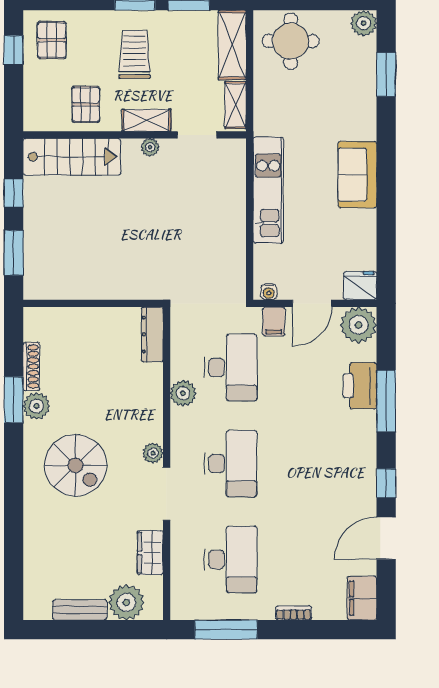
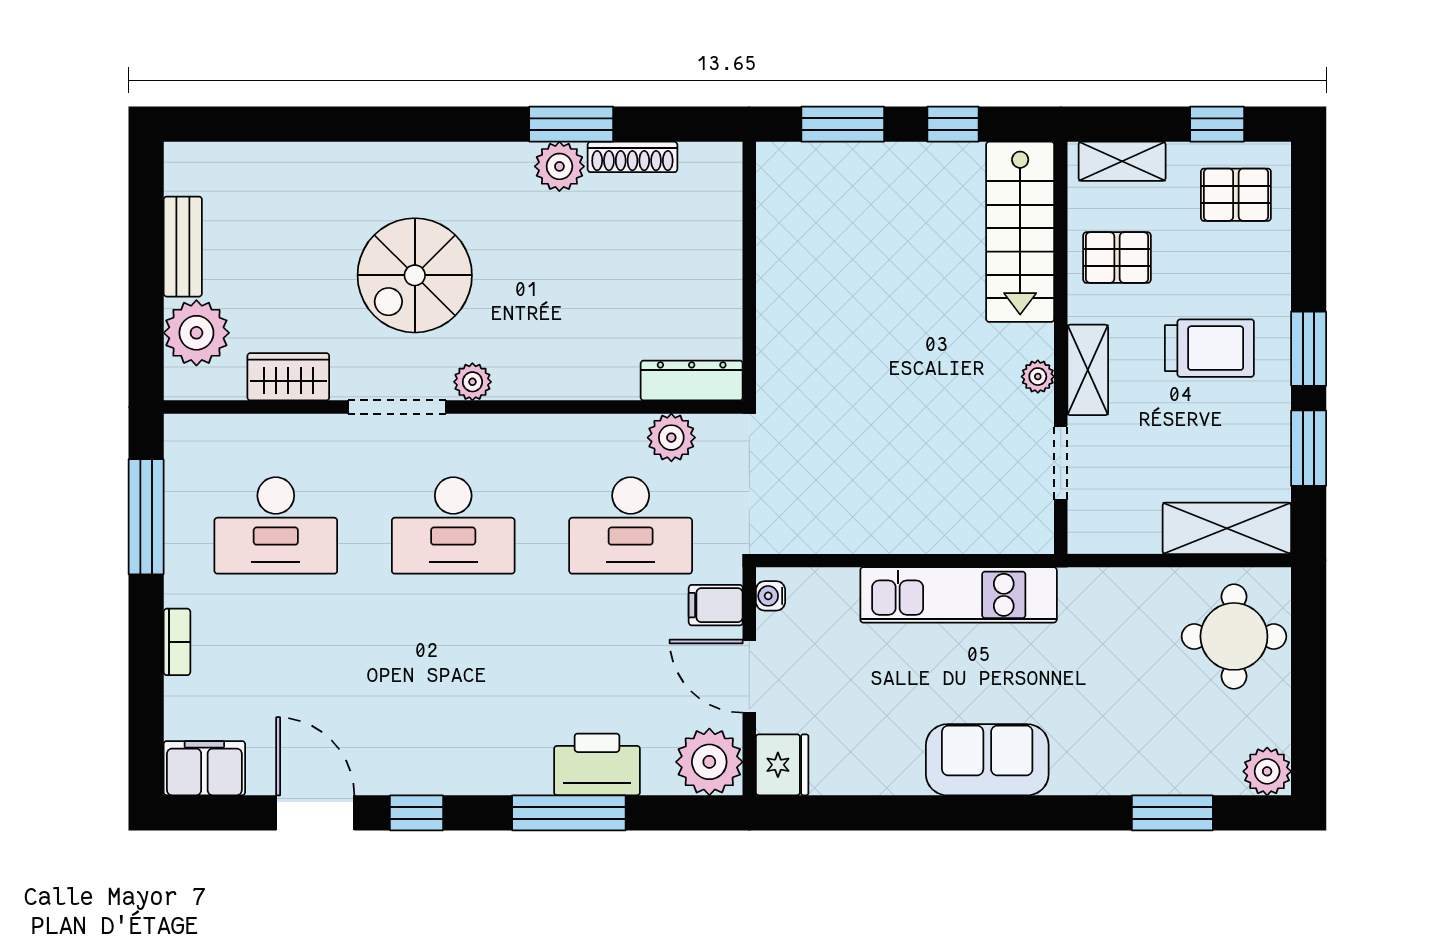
shelving: (235, 105) -> (1122, 161), moved
plant: (183, 393) -> (671, 438), moved
spiral stairs: (76, 465) -> (415, 275), moved

